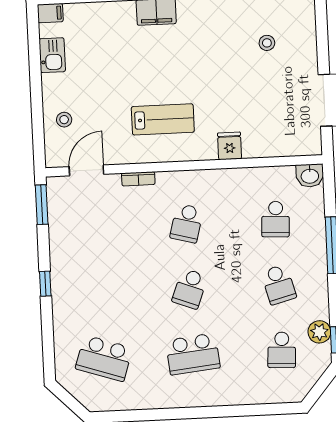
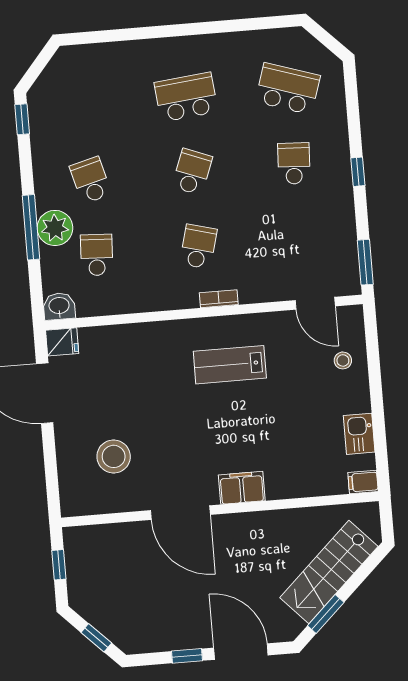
stool: (267, 43) -> (114, 456), width x1.89, depth x1.89
fridge: (230, 146) -> (62, 342), moved, turned -90
door: (86, 170) -> (315, 303), hinge flipped
bookcase: (138, 179) -> (219, 299), moved
plant: (319, 332) -> (55, 228), moved, width x1.36, depth x1.36
school desk: (282, 350) -> (294, 163), moved

